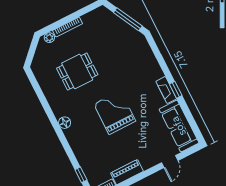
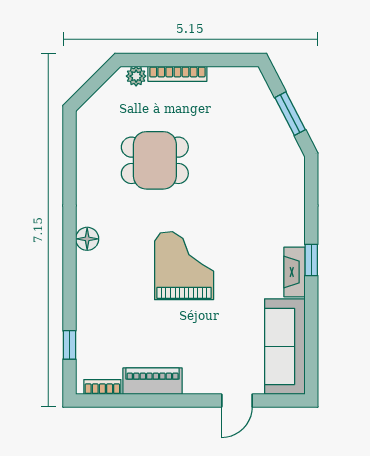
window: (128, 19) -> (290, 114), width x0.69
window: (176, 90) -> (311, 260), moved

